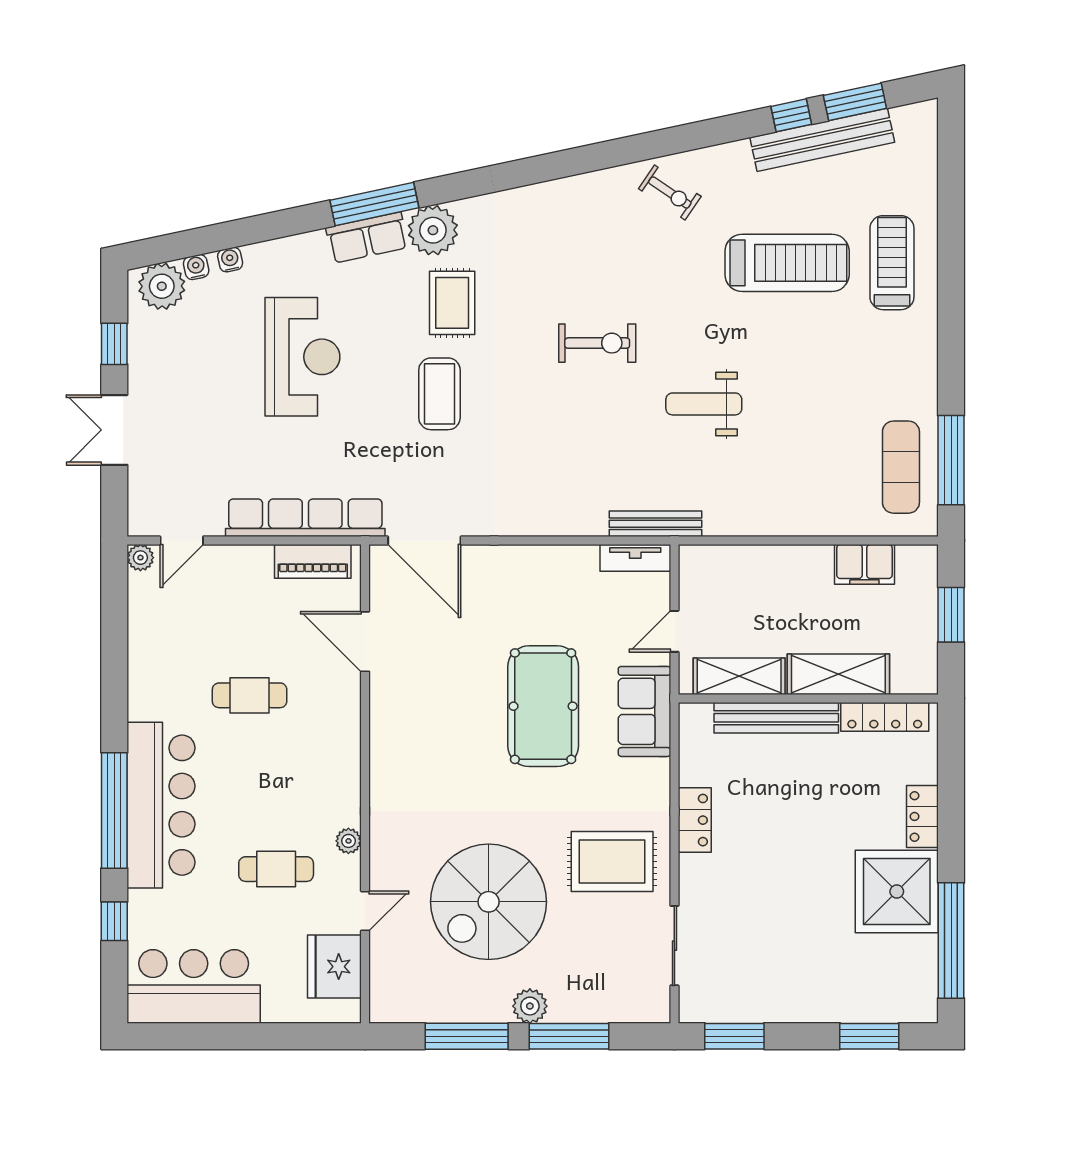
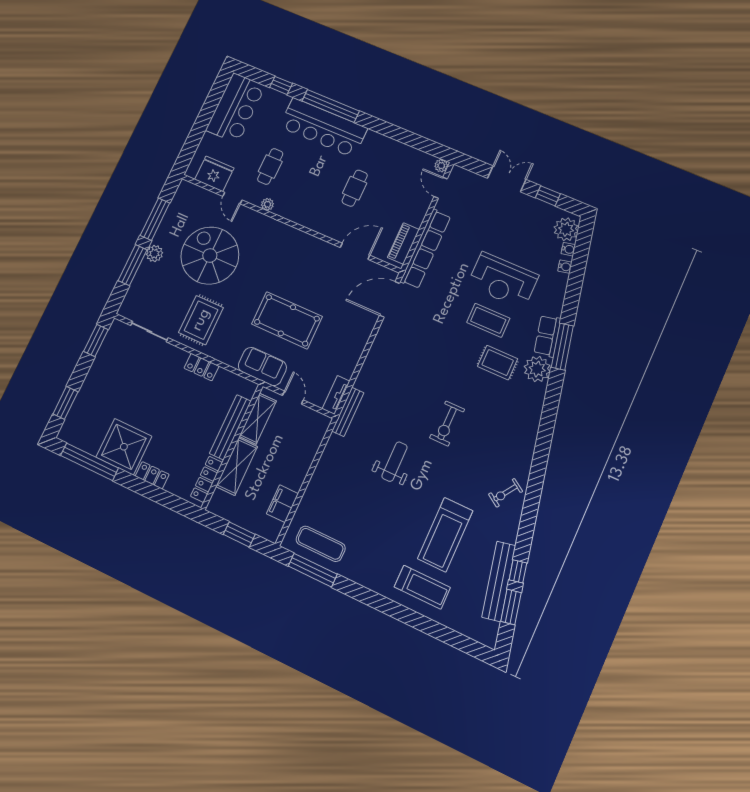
coffee table: (439, 394) -> (488, 320), moved

